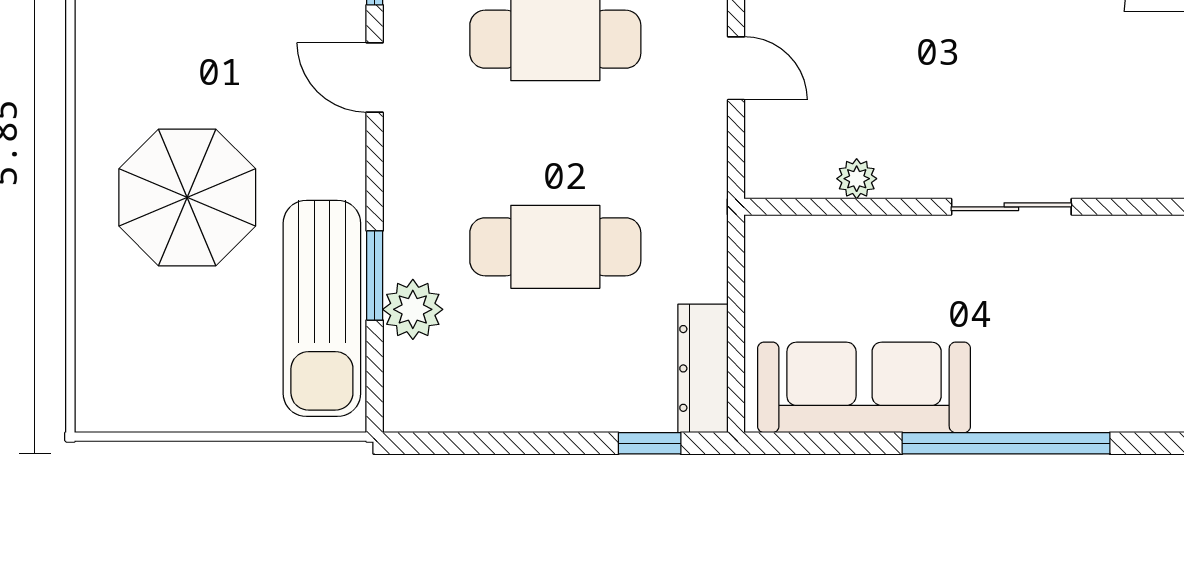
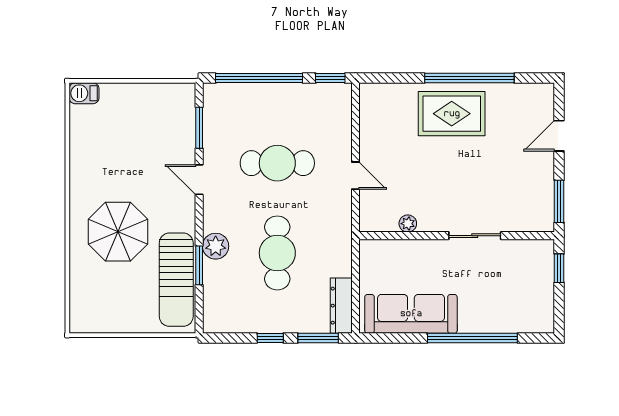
cafe table: (555, 247) -> (277, 253), turned 90
plant: (413, 309) -> (216, 246), moved
window: (539, 443) -> (270, 338), added
window: (650, 443) -> (318, 338), width x1.50

